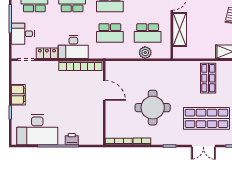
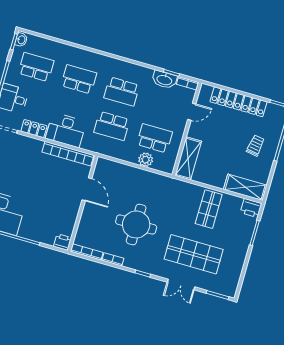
shelving: (180, 29) -> (188, 158), moved
school desk: (148, 33) -> (155, 138), turned 180
printer: (72, 139) -> (62, 242), moved

